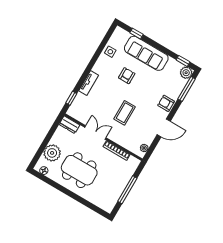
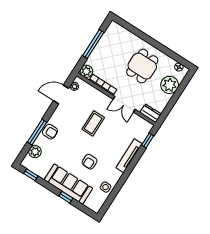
window: (136, 34) -> (66, 197), moved
plant: (186, 73) -> (35, 152), moved
tv unit: (89, 83) -> (129, 156), width x1.41
window: (187, 89) -> (37, 132), moved
door: (164, 128) -> (61, 94), moved
plant: (133, 163) -> (86, 71), added
dining table: (79, 170) -> (142, 66), width x0.73

